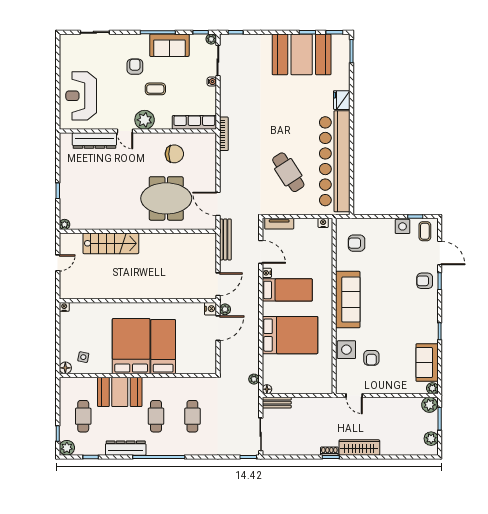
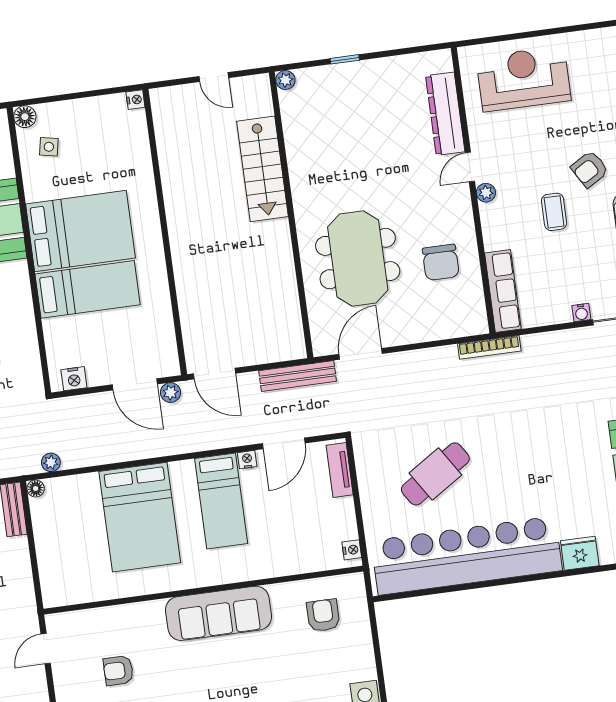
armchair: (135, 67) -> (590, 169), turned 149
plant: (145, 120) -> (486, 193), width x0.53, depth x0.53
nightstand: (210, 309) -> (74, 379), moved
side table: (346, 350) -> (127, 623), removed

